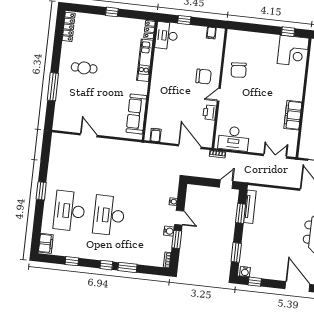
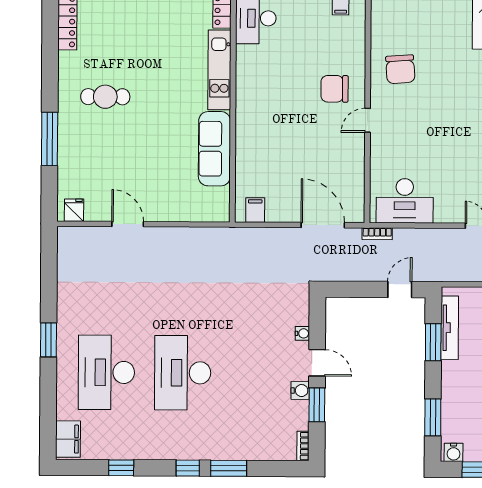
chair: (203, 77) -> (335, 89), turned 180
printer: (210, 112) -> (354, 156), removed
sofa: (136, 114) -> (214, 149), moved
fridge: (62, 125) -> (74, 210), added

